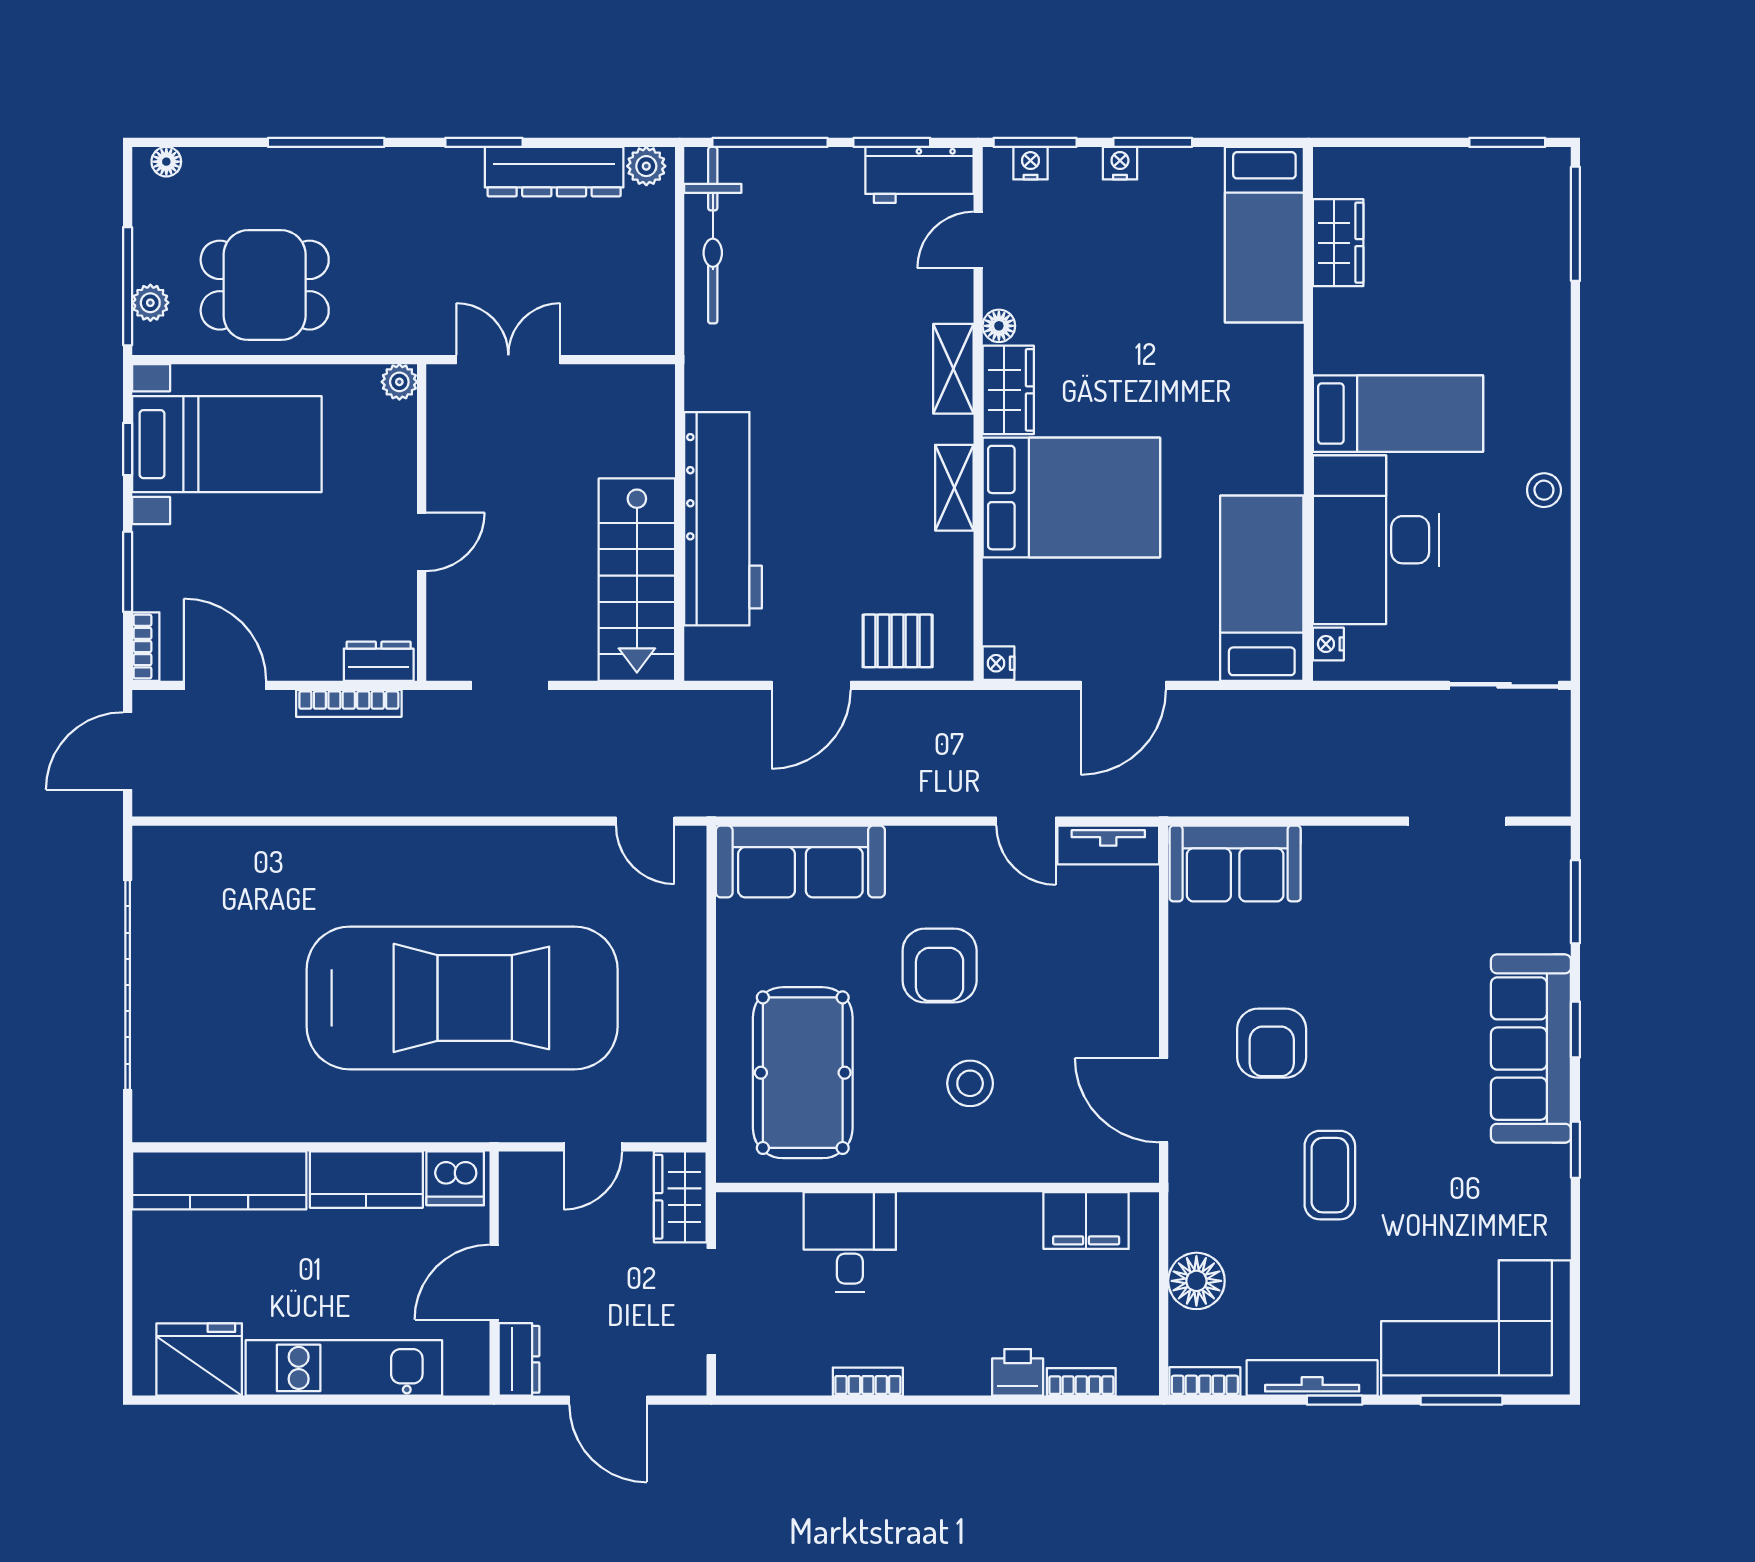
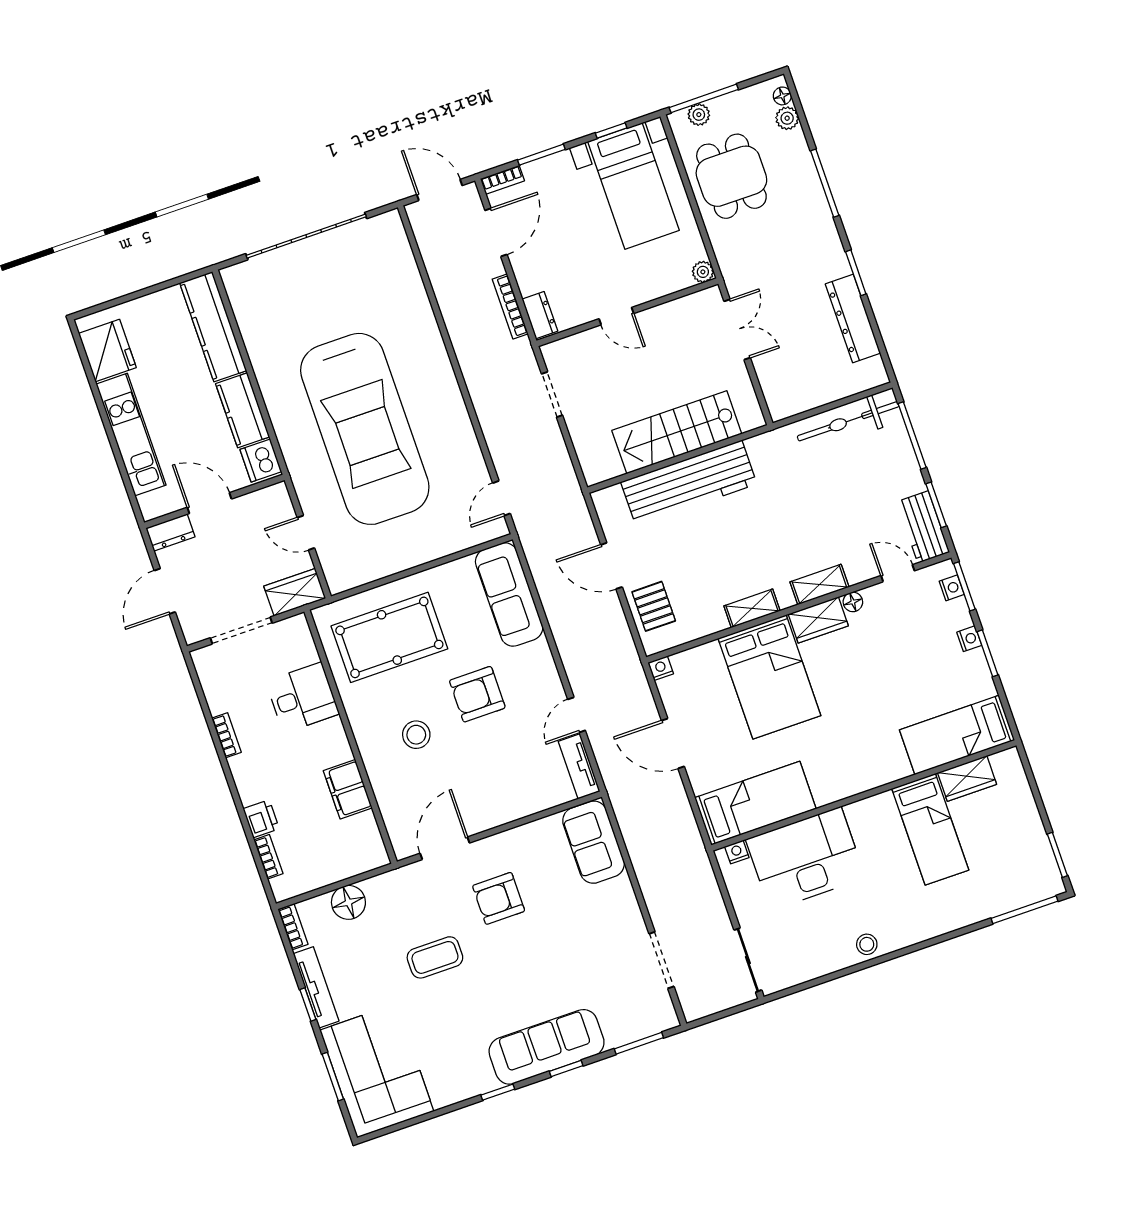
plant: (646, 166) -> (787, 118), moved
bed: (1398, 414) -> (930, 829), moved
stairs: (637, 580) -> (677, 432), moved
filing cabinet: (1086, 1220) -> (348, 789), moved

